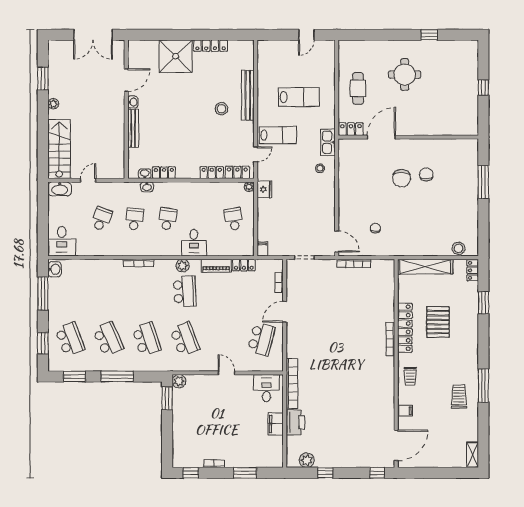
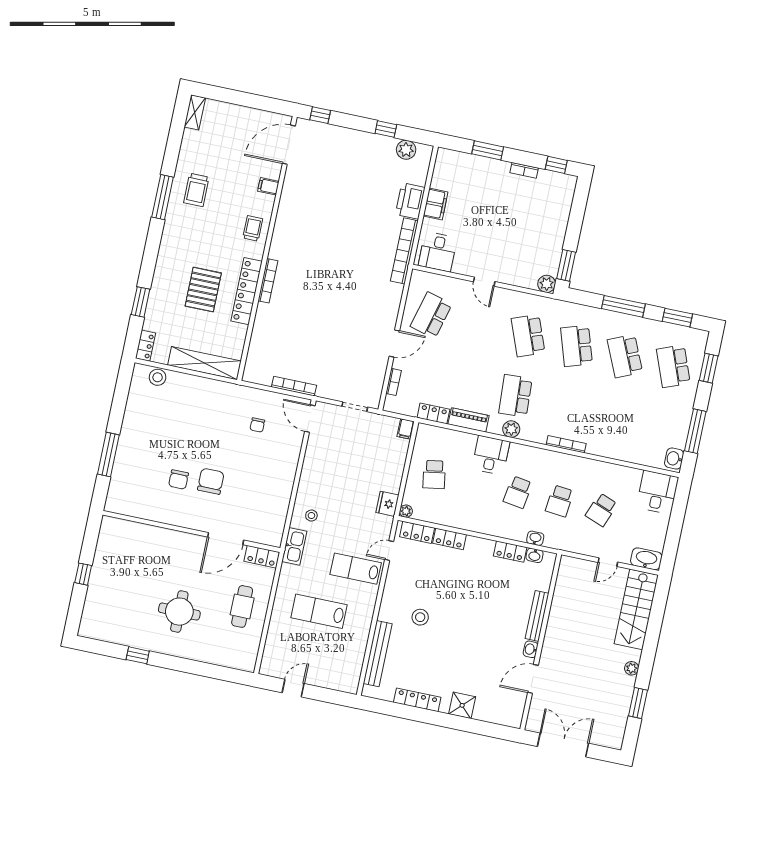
shower: (176, 56) -> (462, 705), width x0.54, depth x0.54
bench: (248, 95) -> (378, 654), moved

